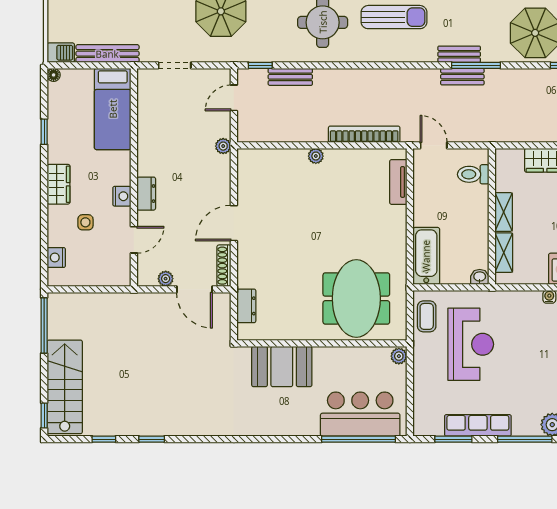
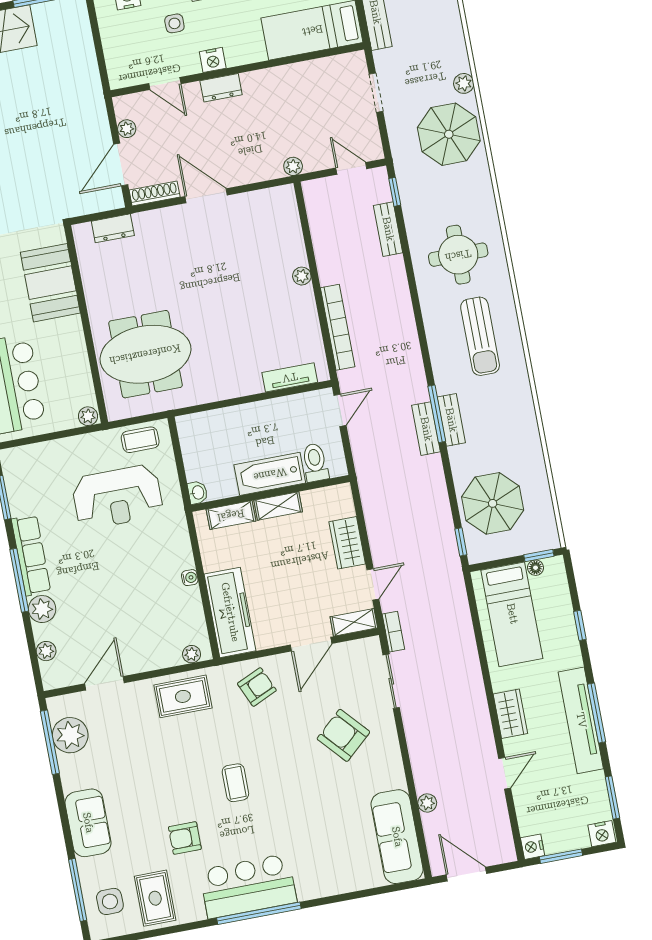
window: (476, 65) -> (437, 414), moved
bathtub: (426, 256) -> (270, 474), moved, turned 180
row of seats: (478, 425) -> (31, 555), moved

